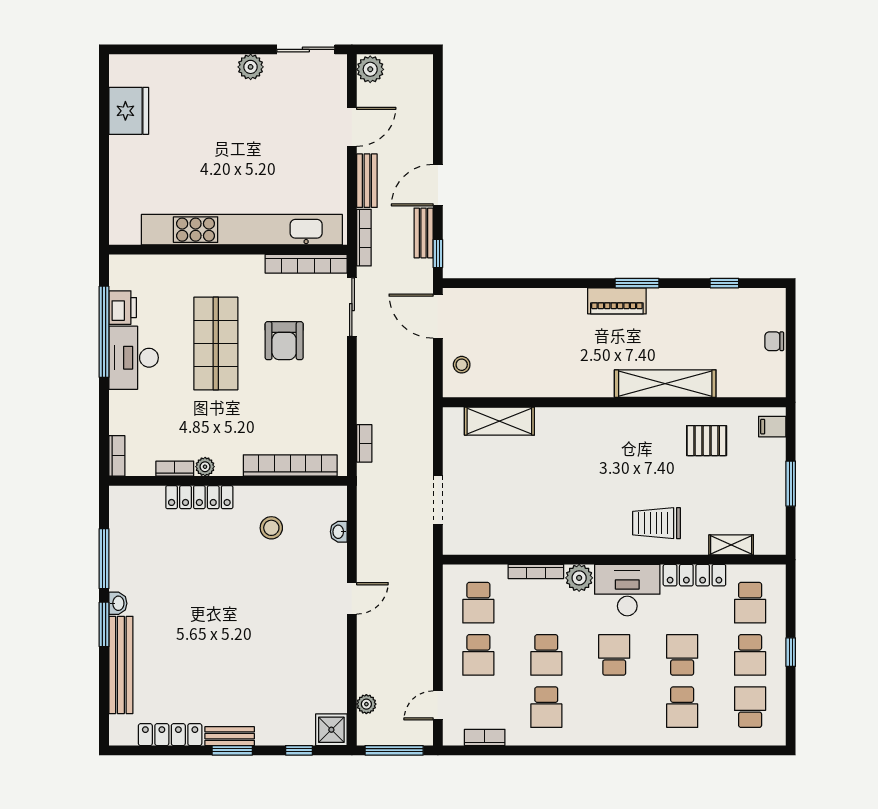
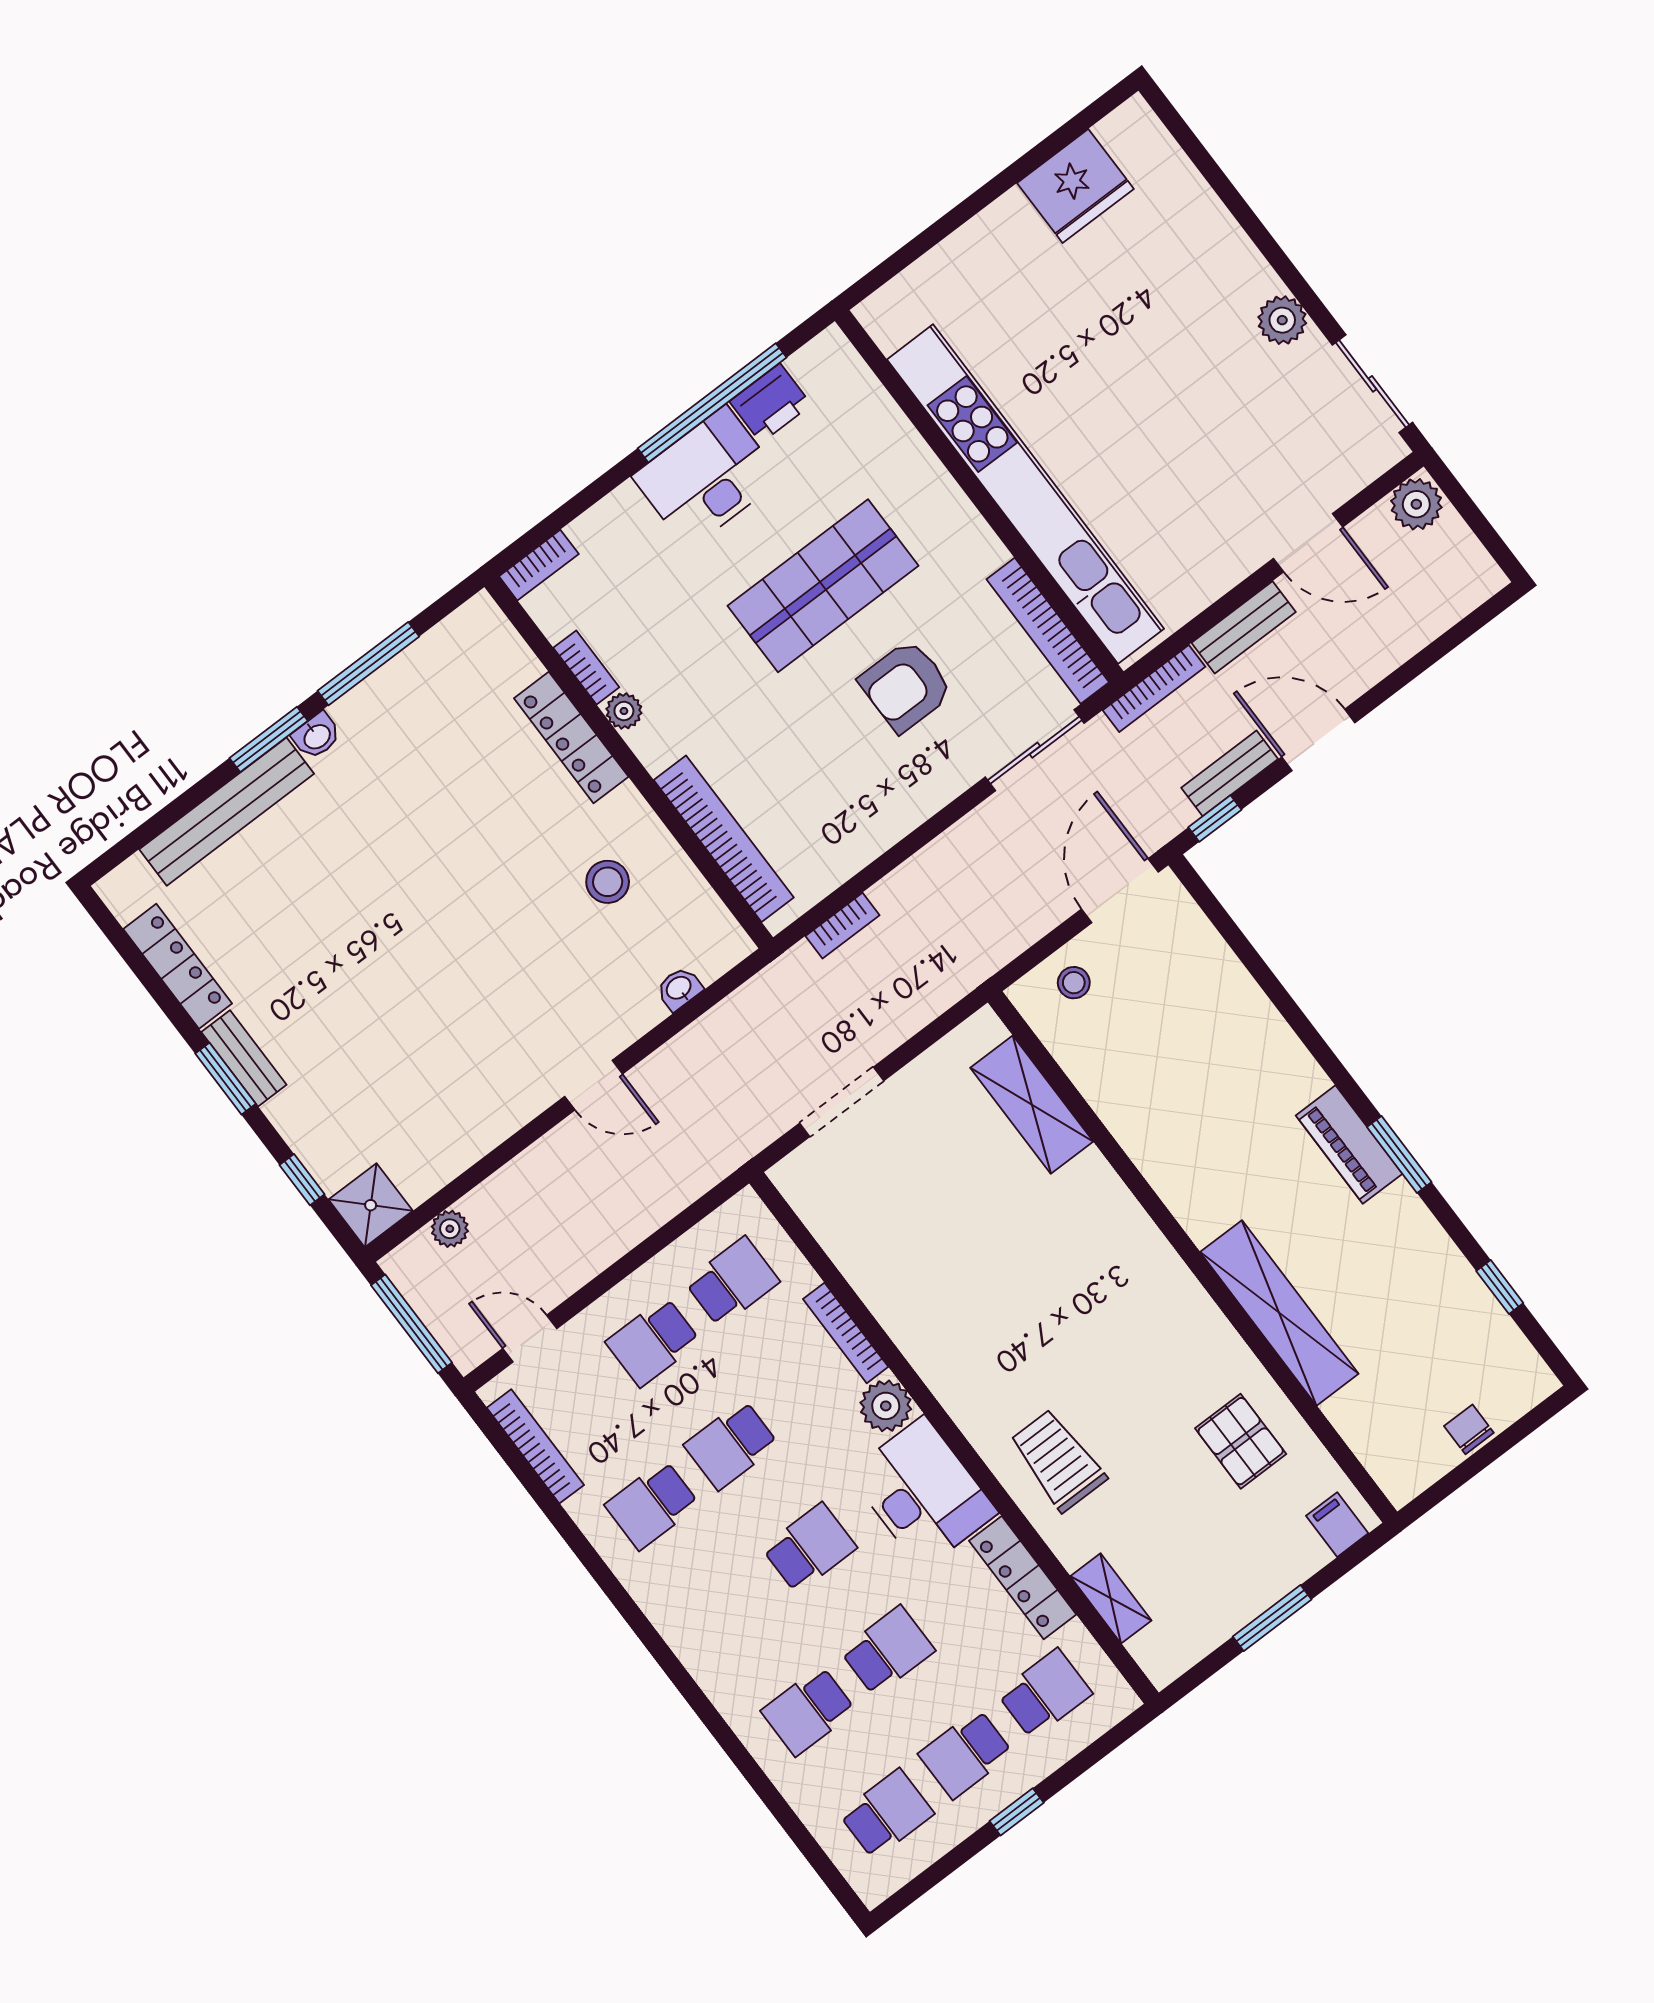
school desk: (478, 603) -> (732, 1282), turned 180
school desk: (750, 603) -> (1045, 1694), turned 180
bookcase: (485, 737) -> (535, 1446), width x1.56

